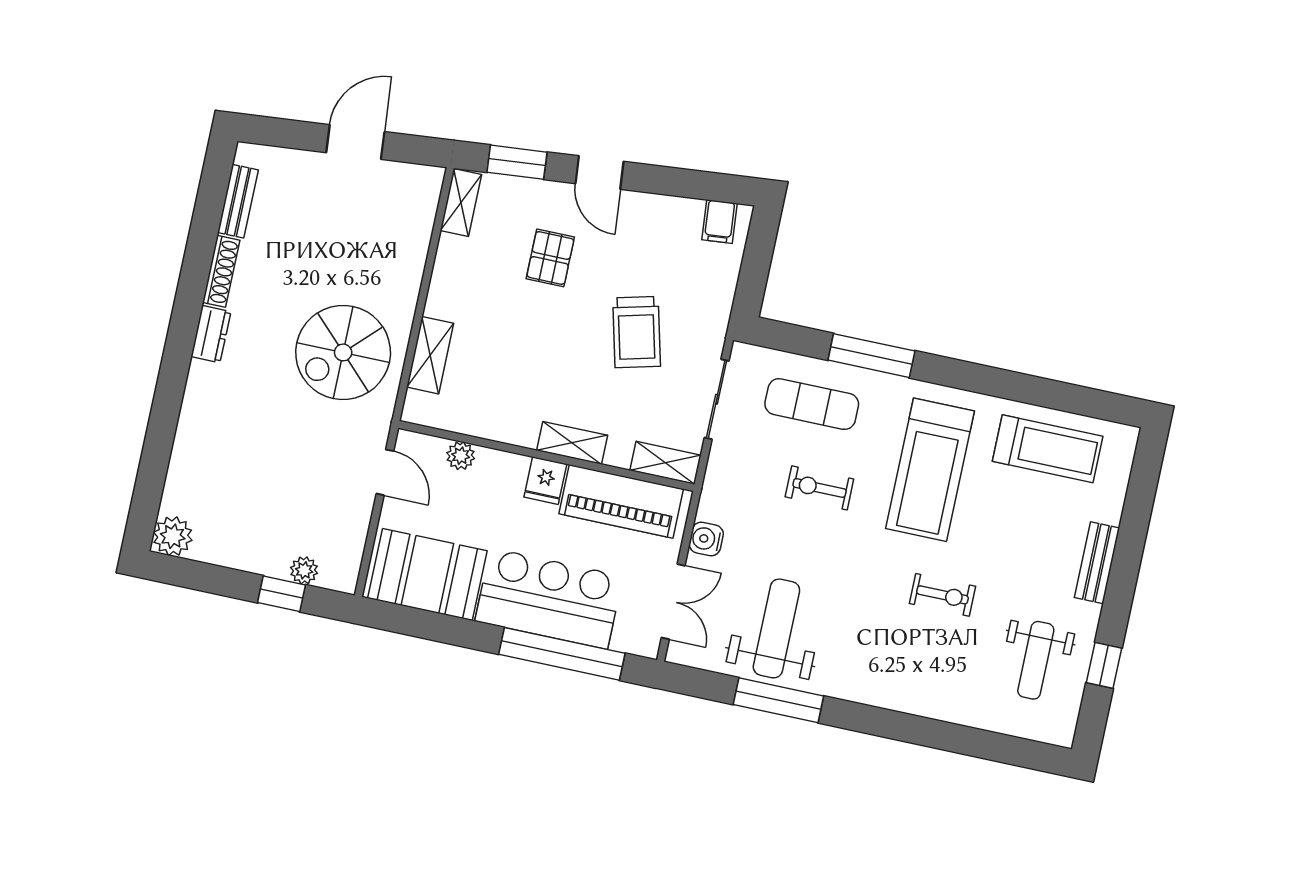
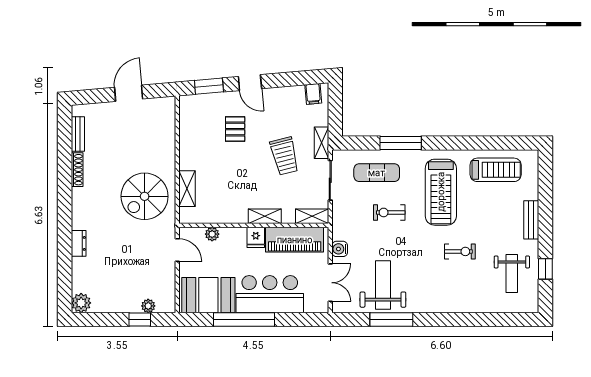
shelving: (461, 202) -> (321, 143), moved
dresser: (211, 334) -> (79, 243), moved
window: (562, 654) -> (244, 320), moved

